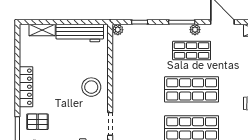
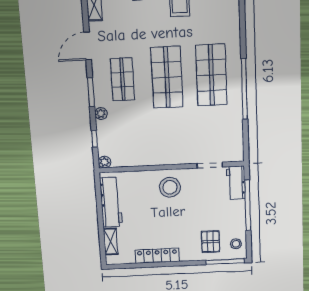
plant: (195, 30) -> (101, 114), moved
locker: (26, 87) -> (157, 256), moved

